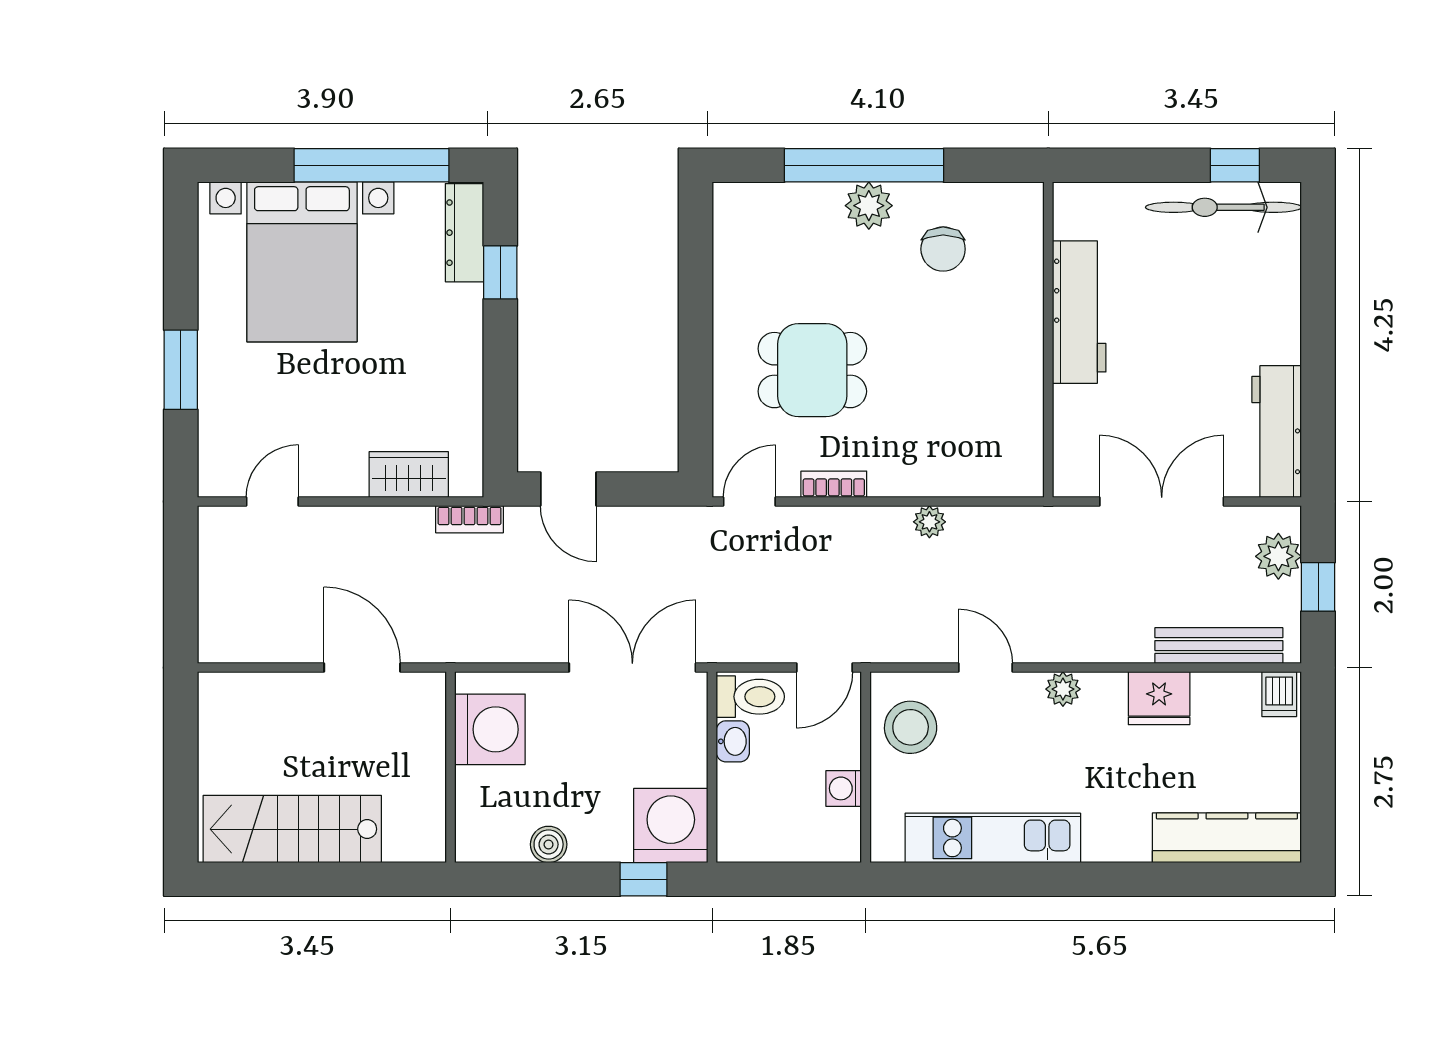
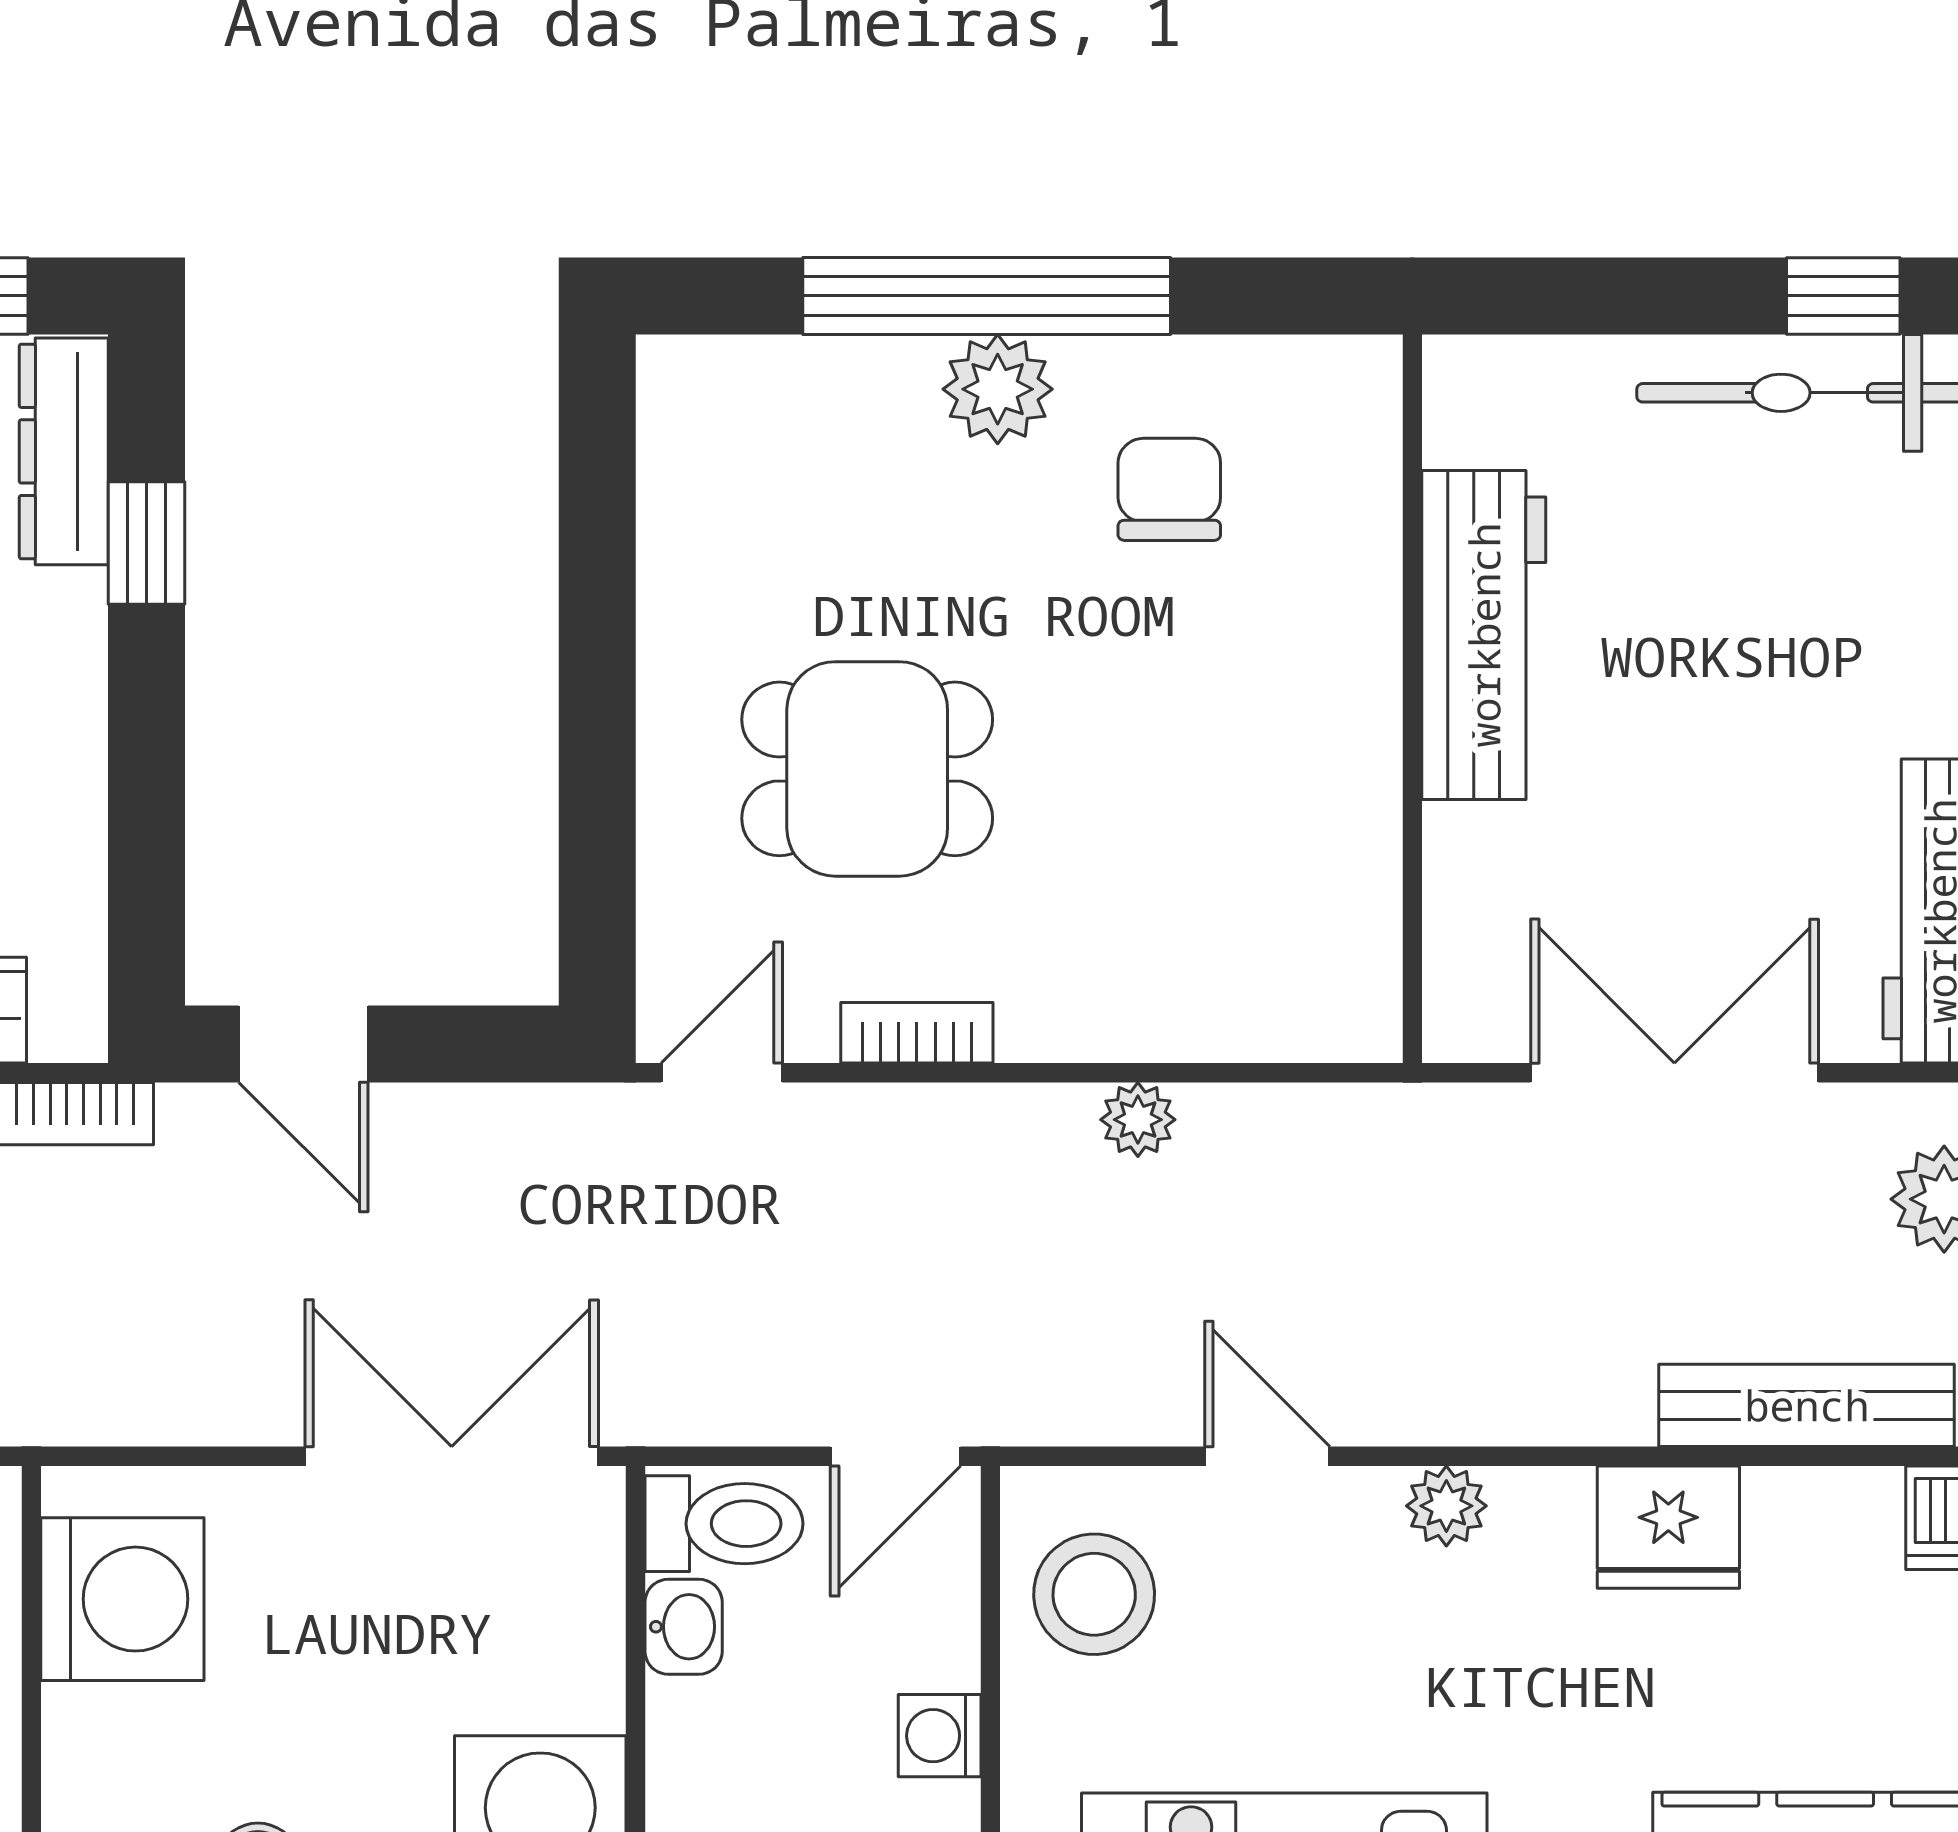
chair: (943, 249) -> (1169, 489), turned 180

